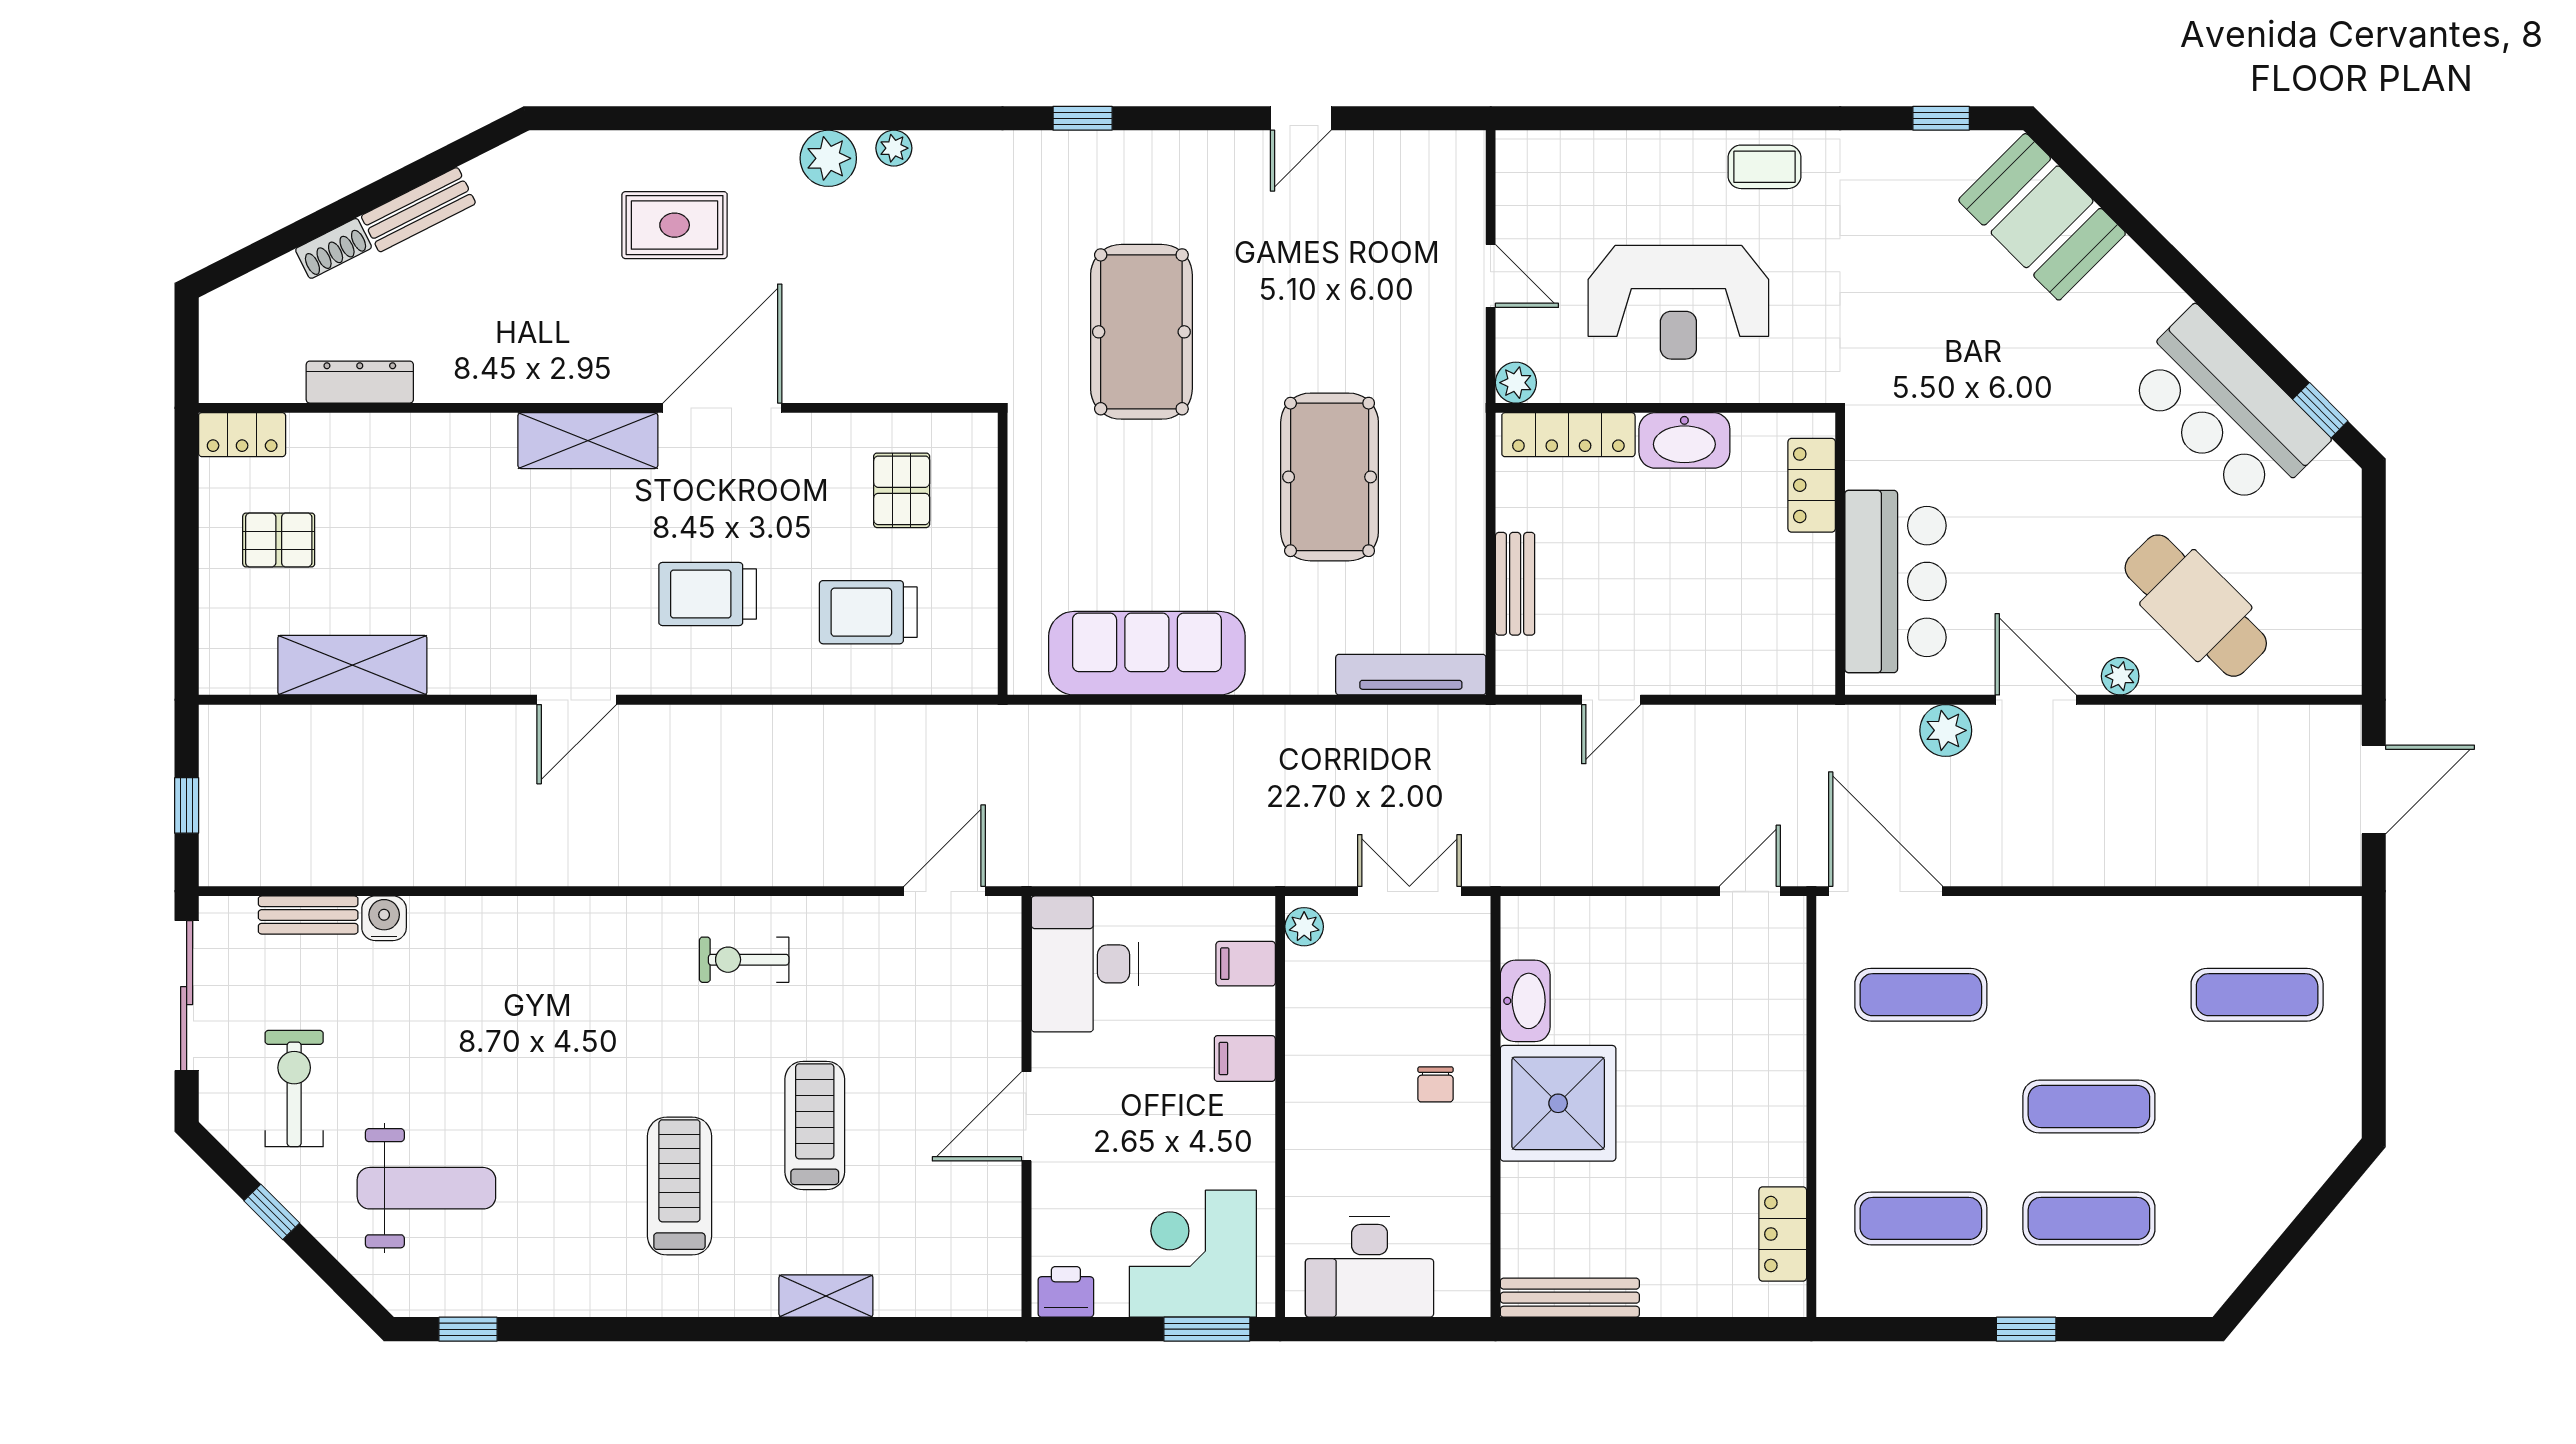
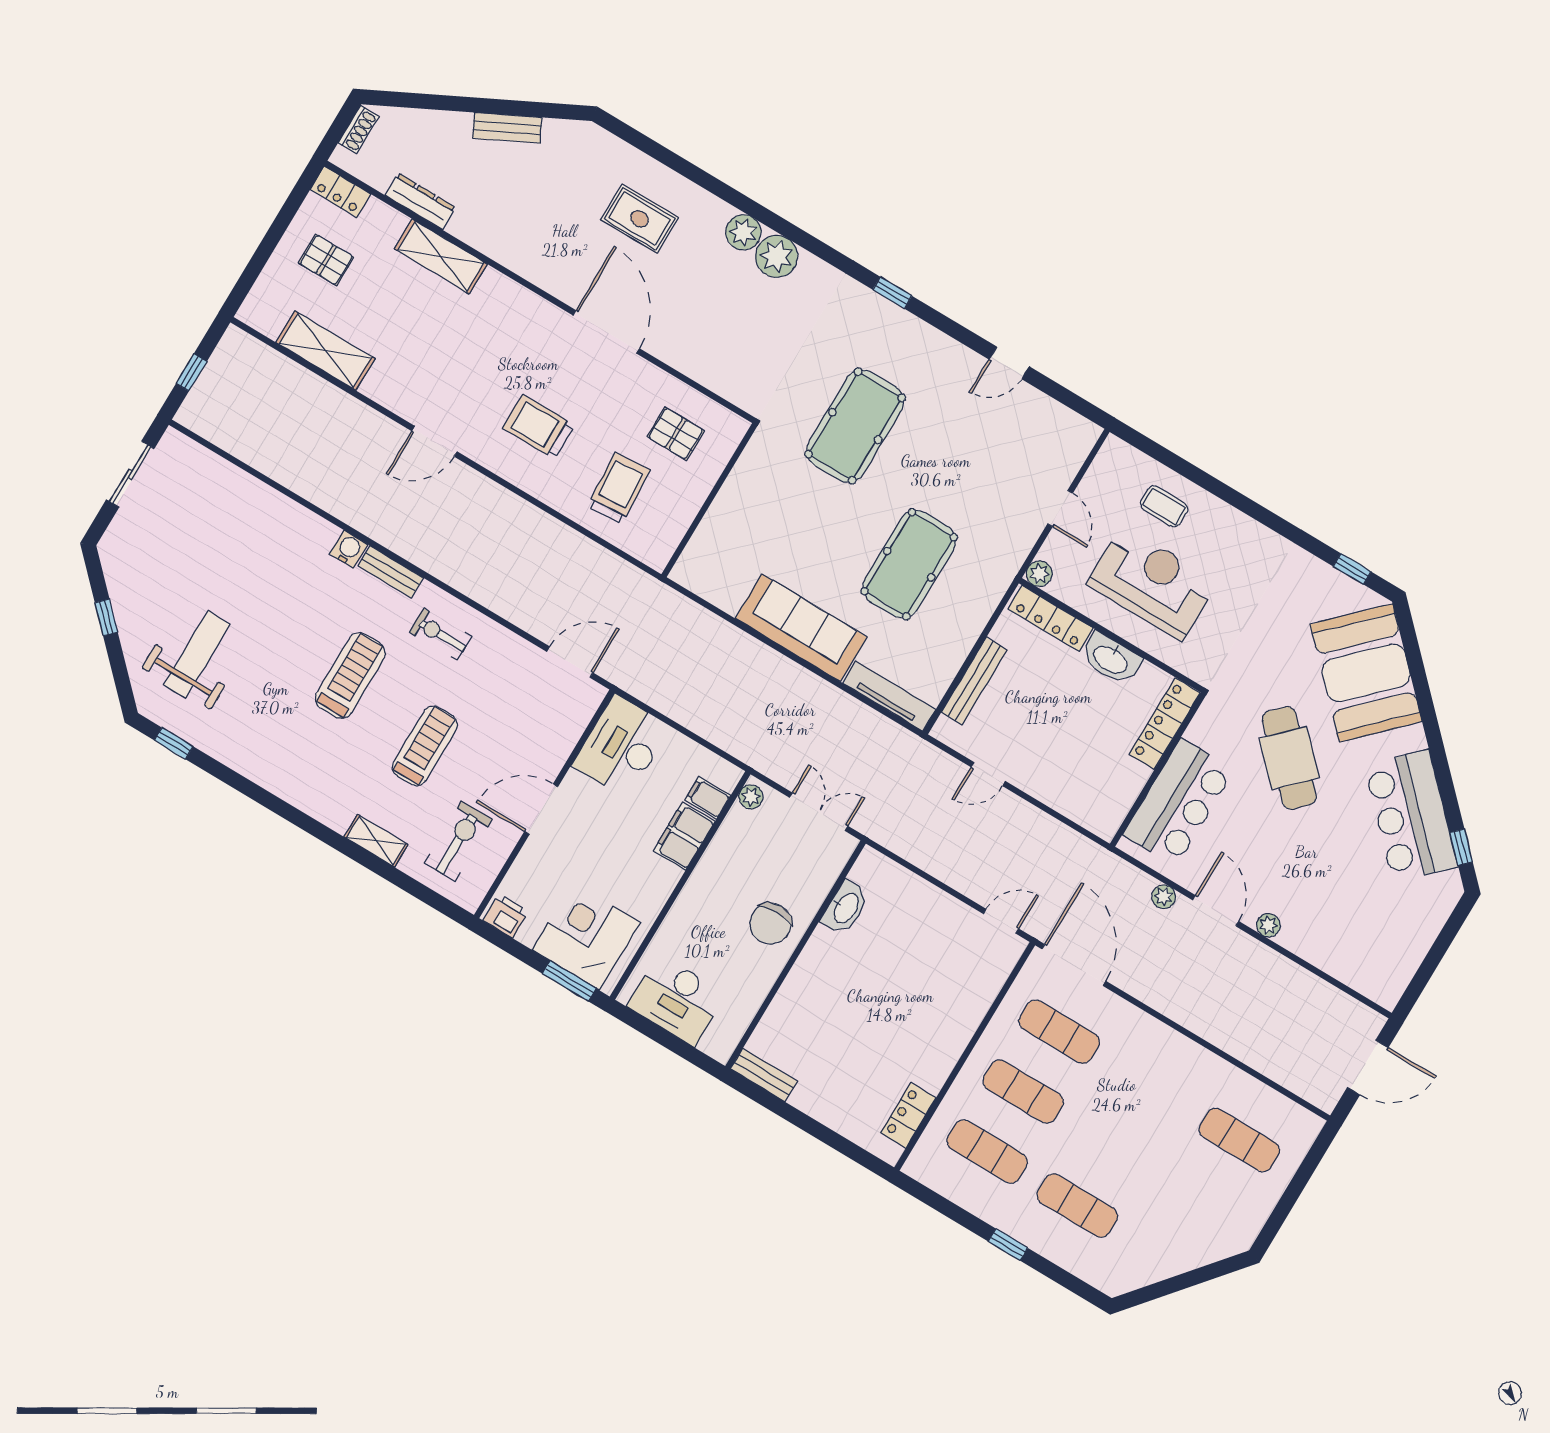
plant: (894, 148) -> (777, 256), width x1.88, depth x1.88
coffee table: (1765, 167) -> (1164, 506), moved
booth: (2042, 217) -> (1366, 673), width x1.36, depth x1.42
shoe rack: (334, 248) -> (358, 130), moved, turned -63
reception desk: (1678, 302) -> (1152, 583), turned 180
door: (722, 408) -> (606, 332), hinge flipped
shelving: (588, 441) -> (441, 256), moved
locker: (1812, 485) -> (1165, 724), width x1.53
pallet: (902, 490) -> (676, 434), turned 90
bench: (1515, 584) -> (974, 681), width x1.36
cafe table: (2196, 606) -> (1289, 758), moved
trolley: (868, 612) -> (619, 488), turned 86
sofa: (1147, 653) -> (801, 628), moved
plant: (1946, 730) -> (1164, 897), width x0.73, depth x0.73
bench: (308, 915) -> (390, 572), moved
water cooler: (384, 918) -> (349, 549), moved
sliding door: (187, 996) -> (130, 474), width x0.73
filing cabinet: (1245, 1058) -> (684, 836), width x2.00
chair: (1436, 1084) -> (770, 924), width x1.87, depth x1.87
exercise bike: (294, 1089) -> (458, 841), moved
shower: (1558, 1103) -> (830, 973), removed
exercise mat: (2089, 1107) -> (1023, 1092), moved
treadmill: (679, 1186) -> (350, 676), moved
weight bench: (426, 1188) -> (197, 654), turned -90
bench: (1570, 1298) -> (764, 1075), width x0.73

